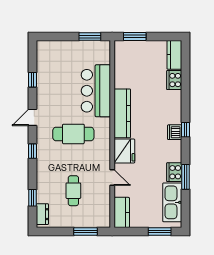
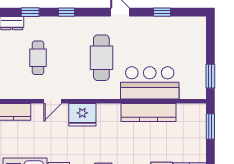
kitchen counter: (122, 113) -> (149, 112), moved
window: (33, 151) -> (67, 12), moved
cafe table: (73, 191) -> (38, 58), turned 90

